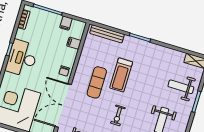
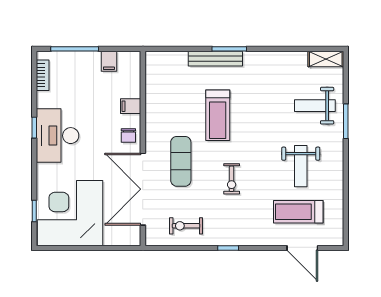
bench: (107, 34) -> (215, 59), moved
filing cabinet: (74, 43) -> (131, 106), moved
exercise mat: (97, 82) -> (181, 161), moved

